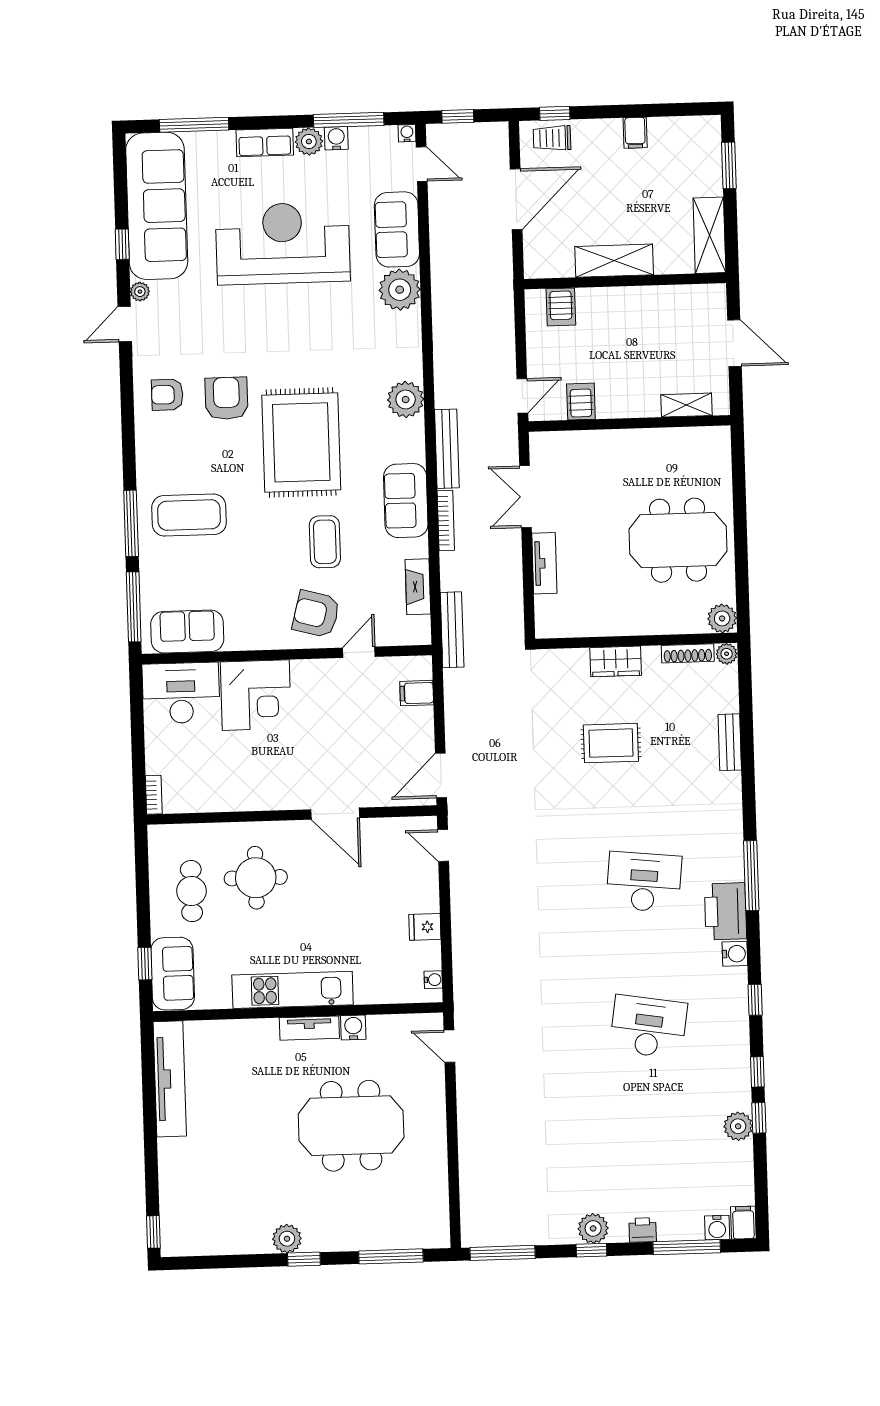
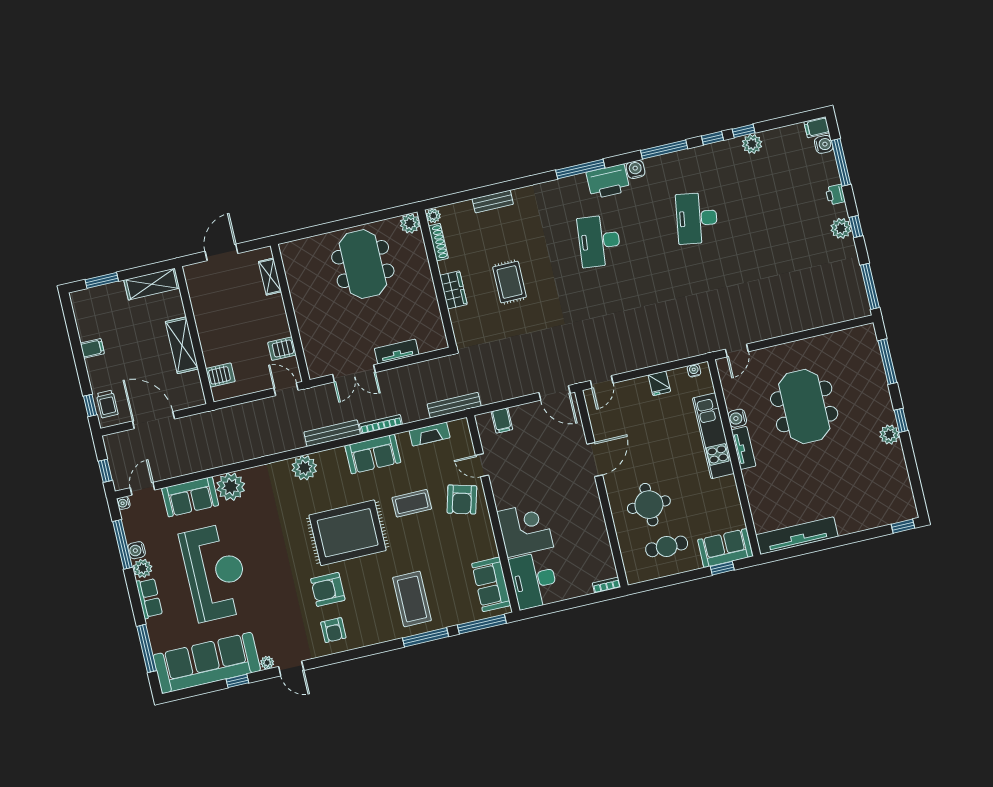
reception desk: (283, 243) -> (215, 572), turned 180
kitchen unit: (293, 990) -> (713, 436), moved
window: (755, 1000) -> (664, 149), width x2.17

